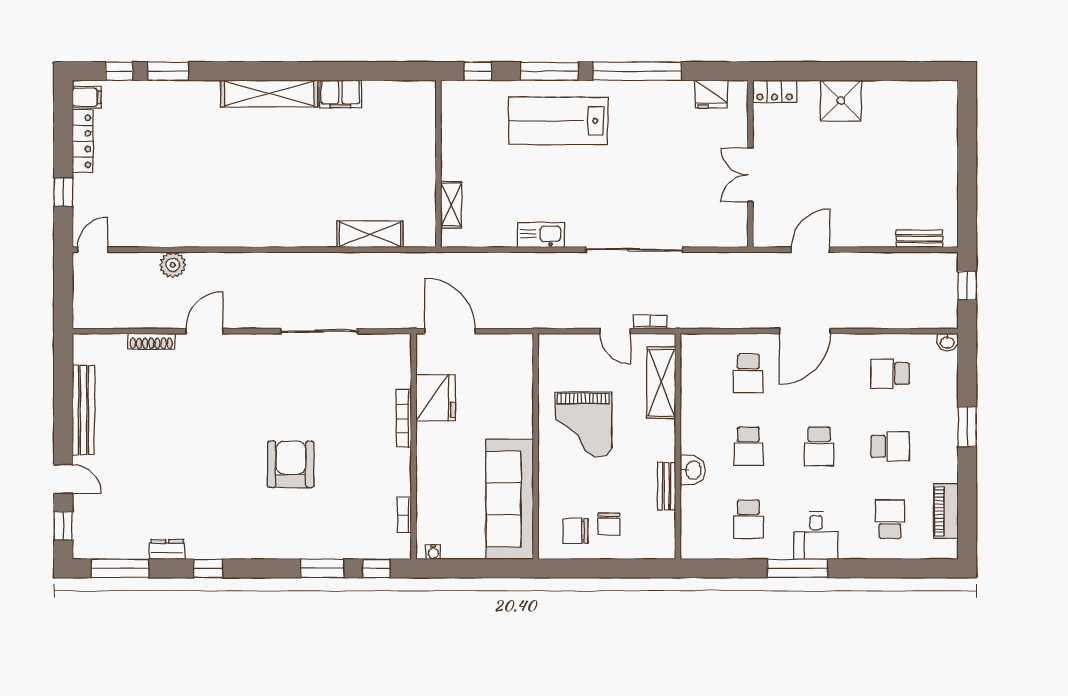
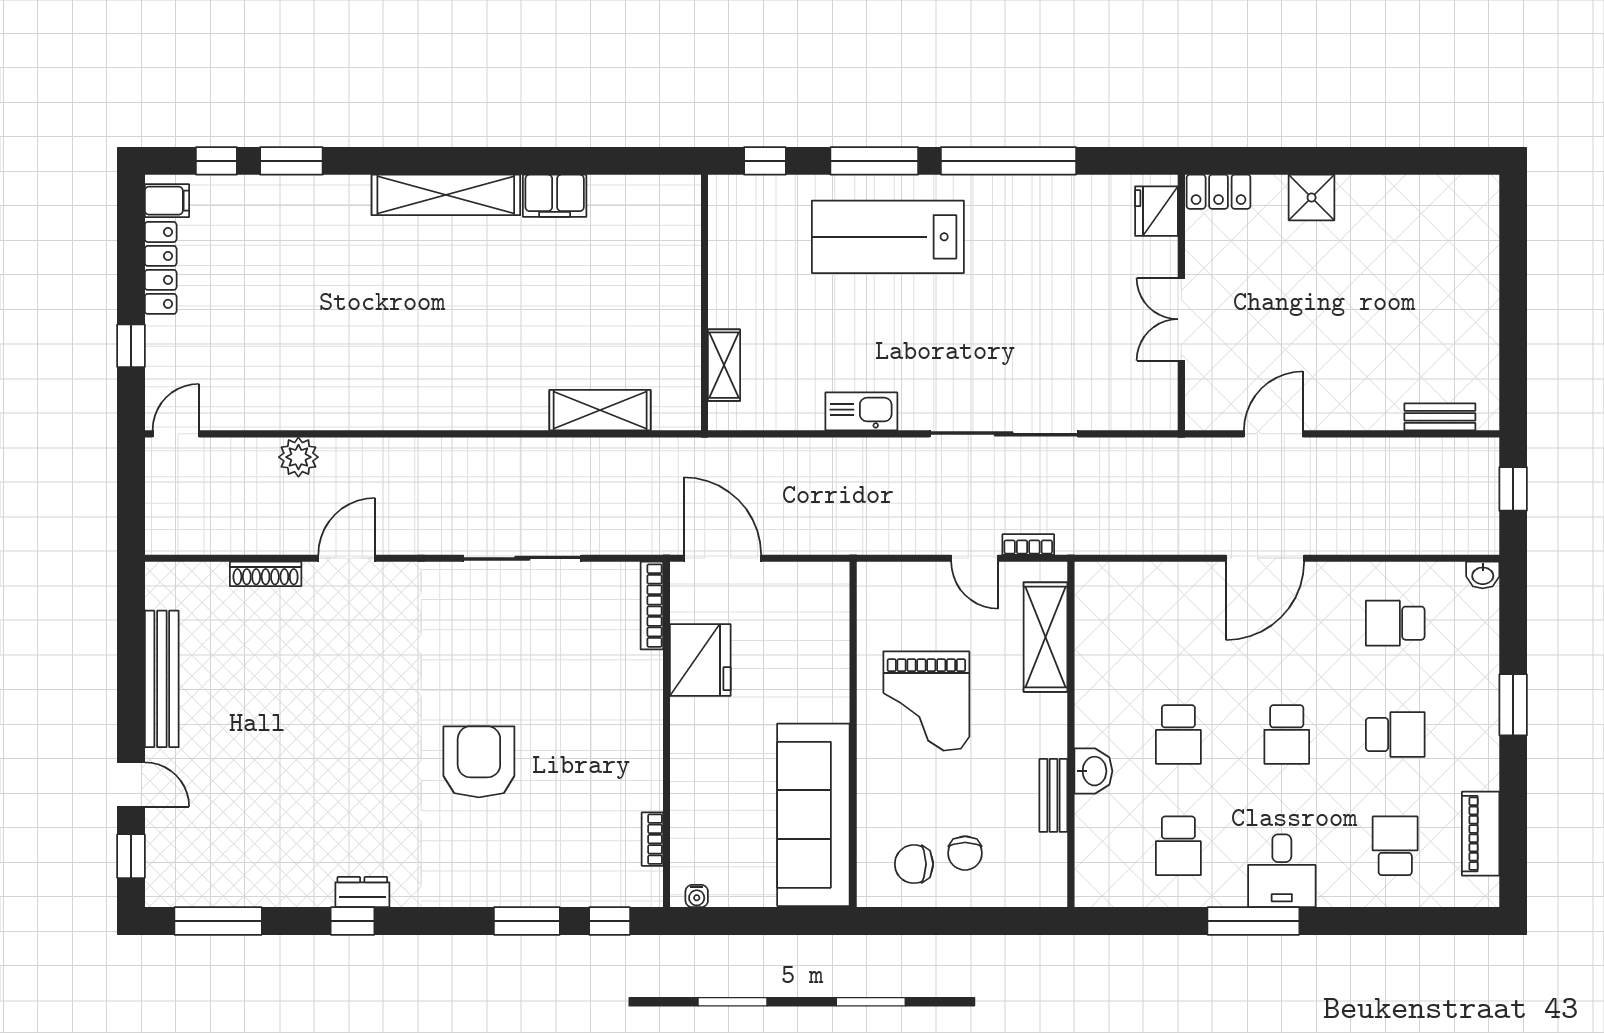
fridge: (712, 94) -> (1157, 211), moved, turned 90
shower: (841, 101) -> (1312, 198), width x0.73, depth x0.73
school desk: (748, 374) -> (1178, 623), removed
bookcase: (404, 419) -> (652, 606), moved
dresser: (167, 549) -> (362, 892), moved

